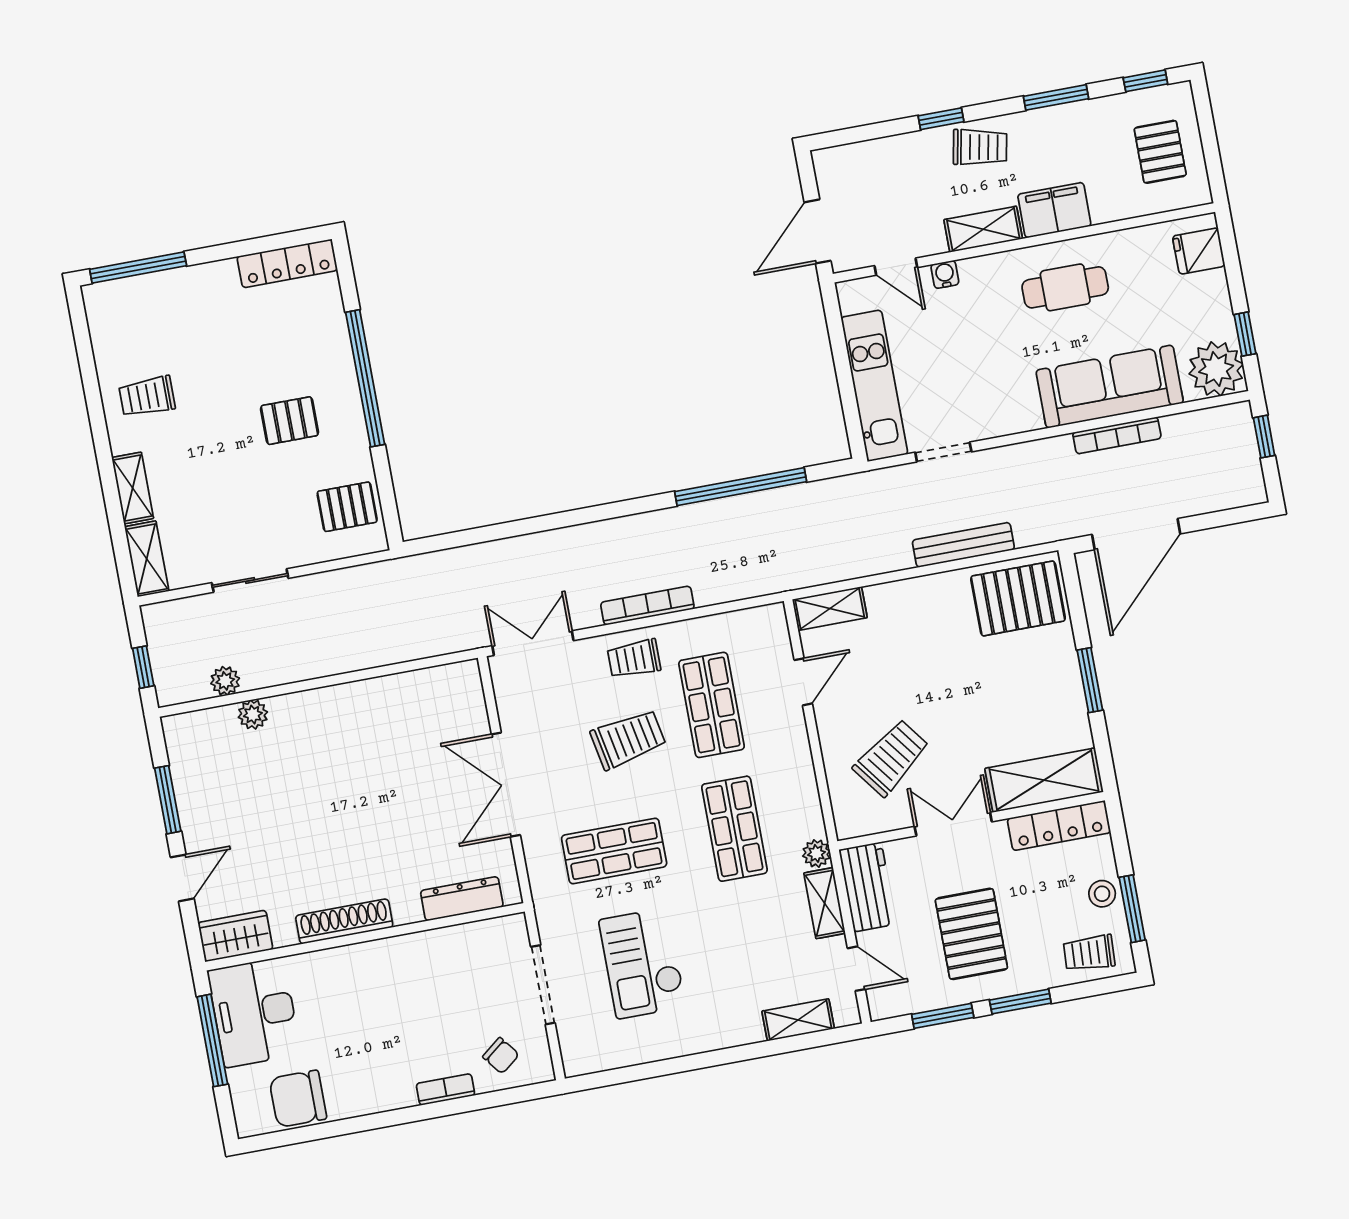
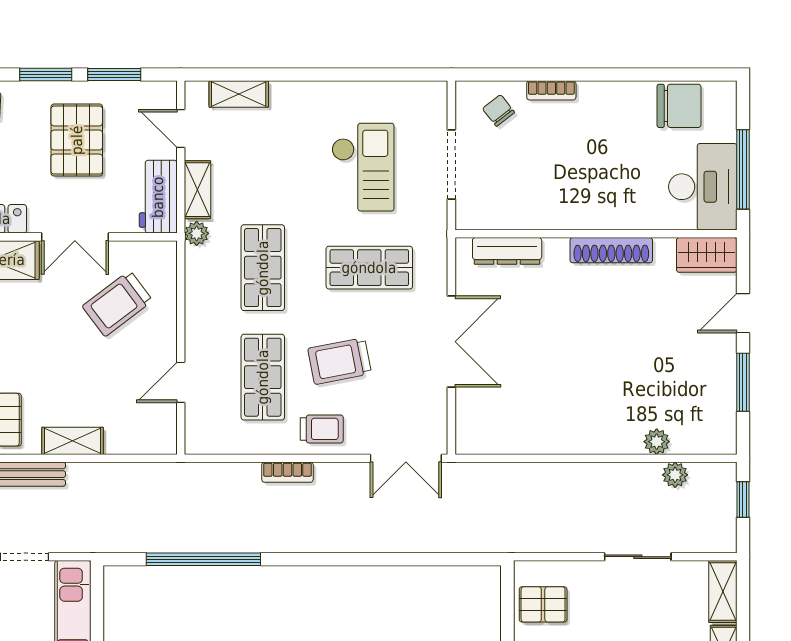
bookcase: (647, 606) -> (287, 472), width x0.64
shelving: (830, 609) -> (72, 441), moved

